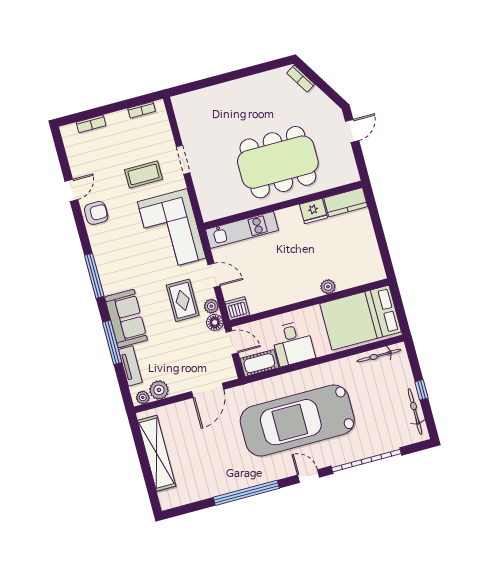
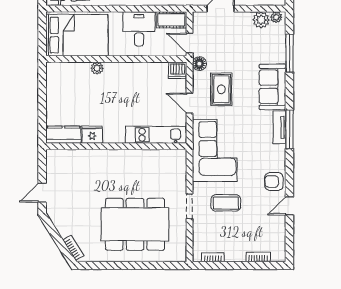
dining table: (278, 162) -> (135, 224), moved
plant: (211, 306) -> (199, 78), removed
window: (112, 342) -> (289, 53), moved
tv unit: (130, 366) -> (279, 127), moved

